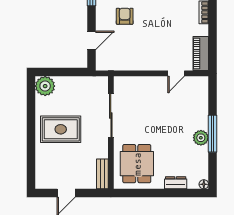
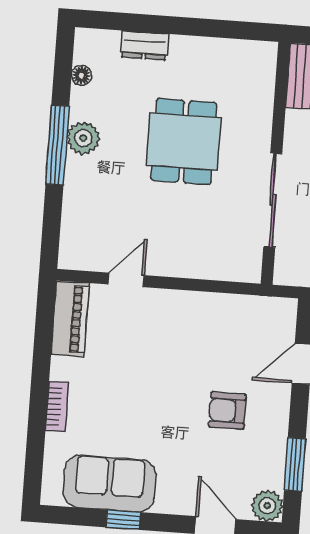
armchair: (125, 16) -> (227, 411), turned 90
dining table: (137, 164) -> (184, 142), moved
floor lamp: (204, 184) -> (81, 75), moved

